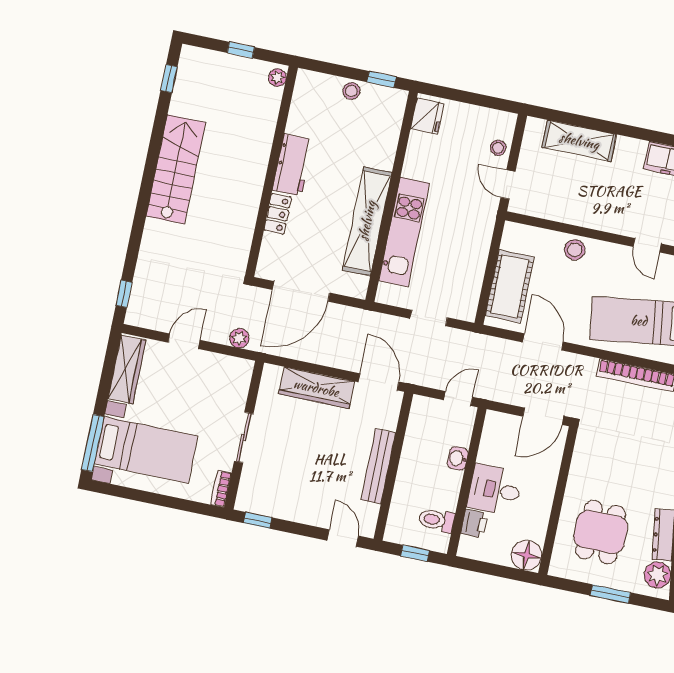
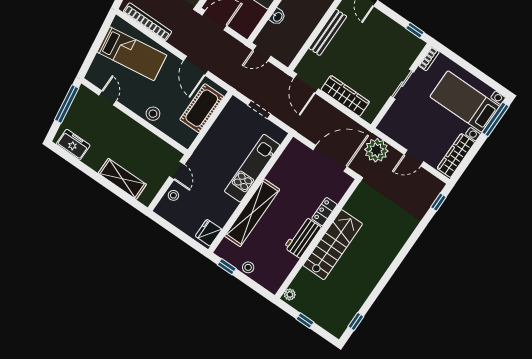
stairs: (176, 169) -> (333, 245), moved, turned 180
shelving: (367, 221) -> (252, 213), moved
plant: (239, 338) -> (376, 150), width x1.87, depth x1.87

